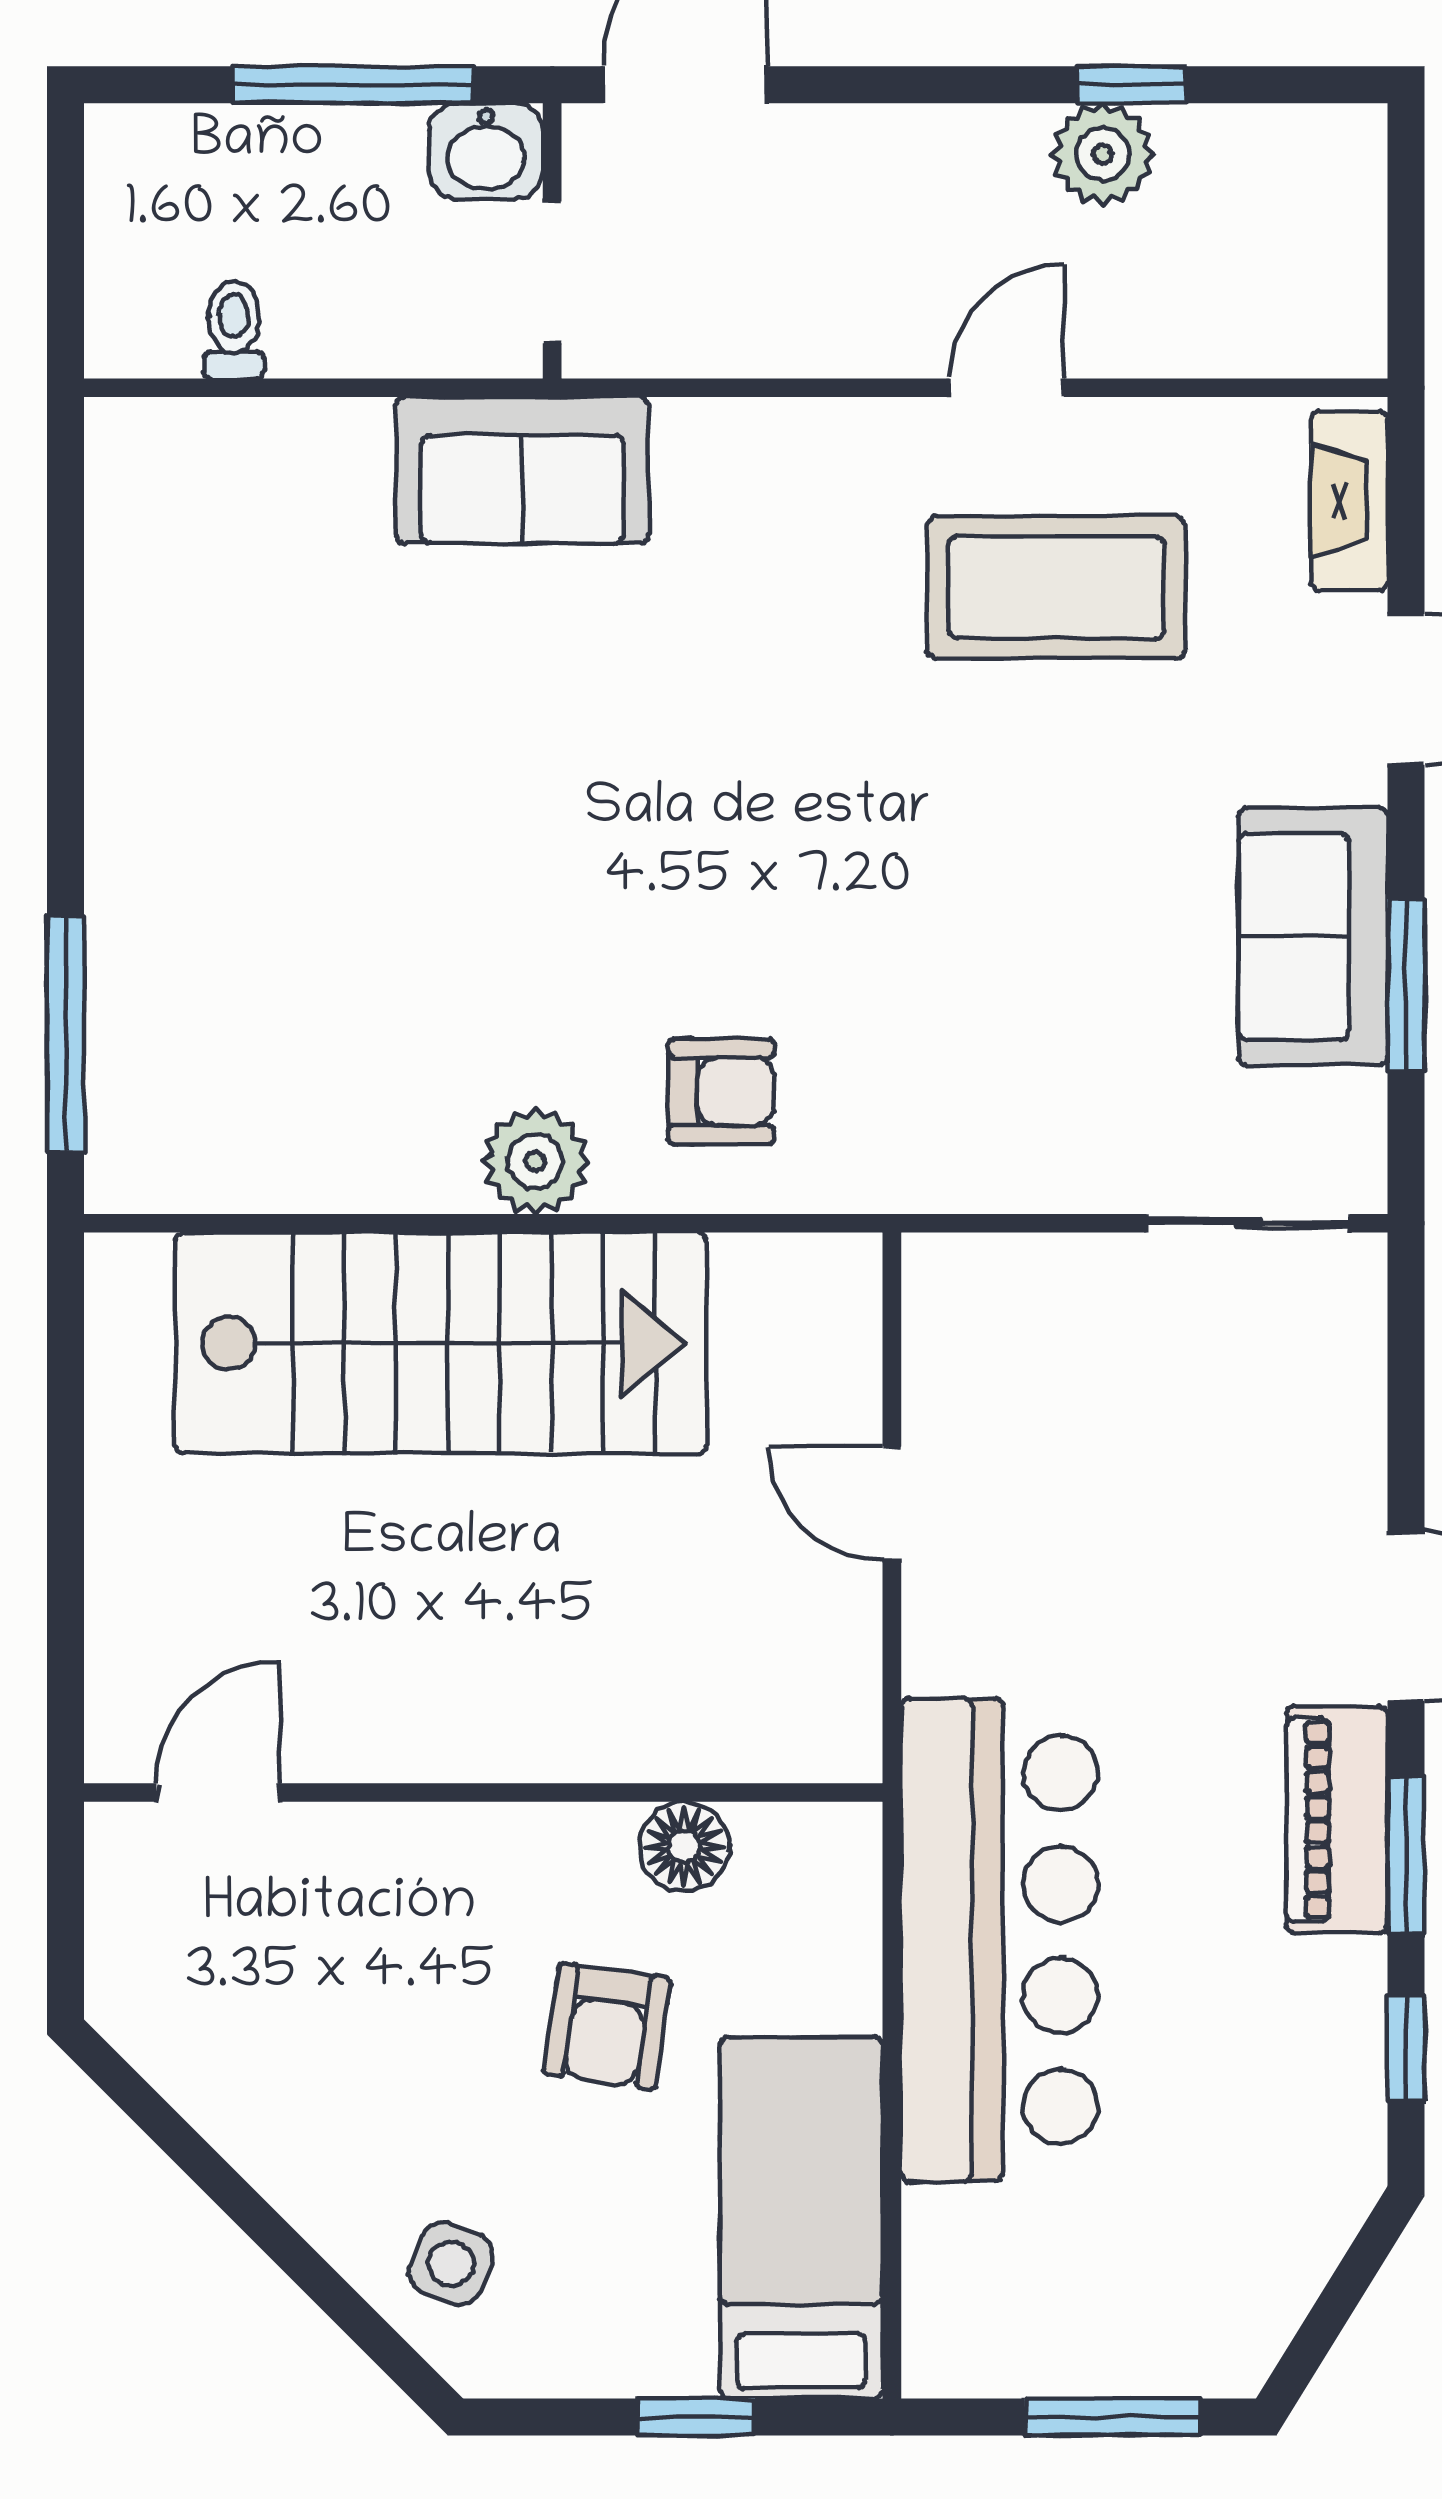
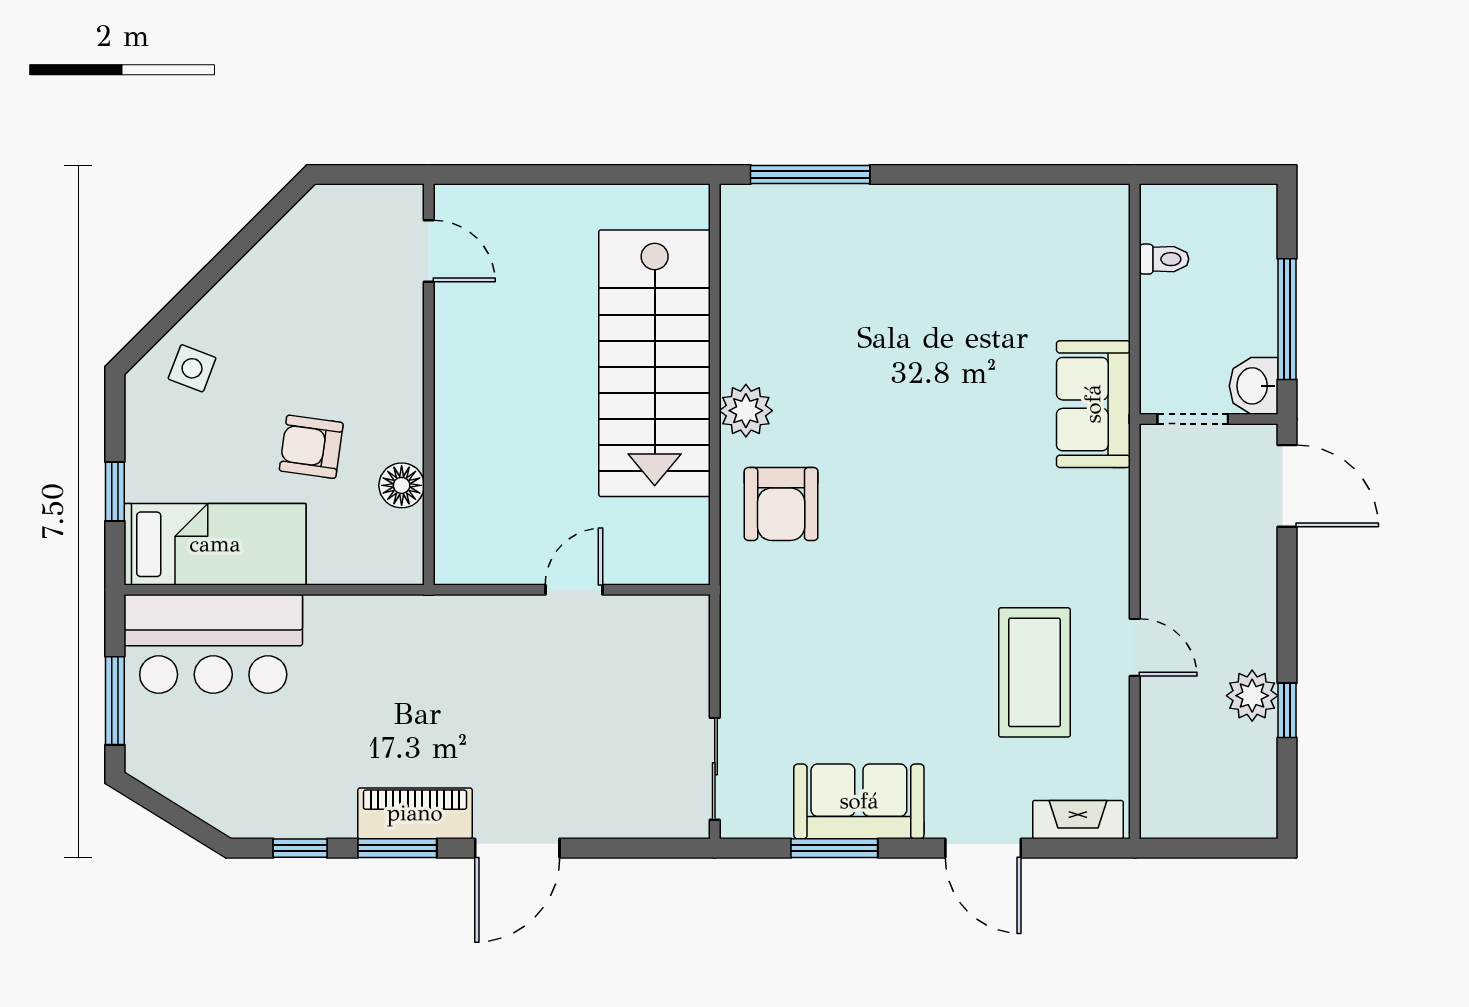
armchair: (721, 1091) -> (781, 504), width x1.38, depth x1.38
bar counter: (999, 1940) -> (213, 644), moved, width x0.73

